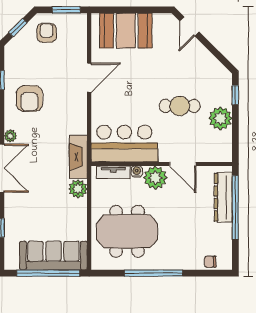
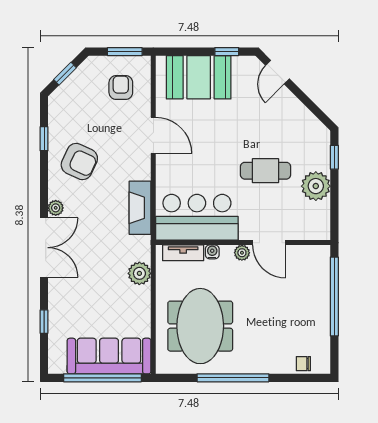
window: (148, 10) -> (227, 52), added
armchair: (47, 33) -> (121, 87), moved
door: (89, 78) -> (153, 135), hinge flipped
armchair: (29, 99) -> (79, 162), turned -65
fireplace: (78, 157) -> (140, 208), moved
plant: (155, 178) -> (242, 253), width x0.53, depth x0.53
dresser: (223, 197) -> (319, 284), removed
meeting table: (127, 231) -> (200, 326), turned 90

